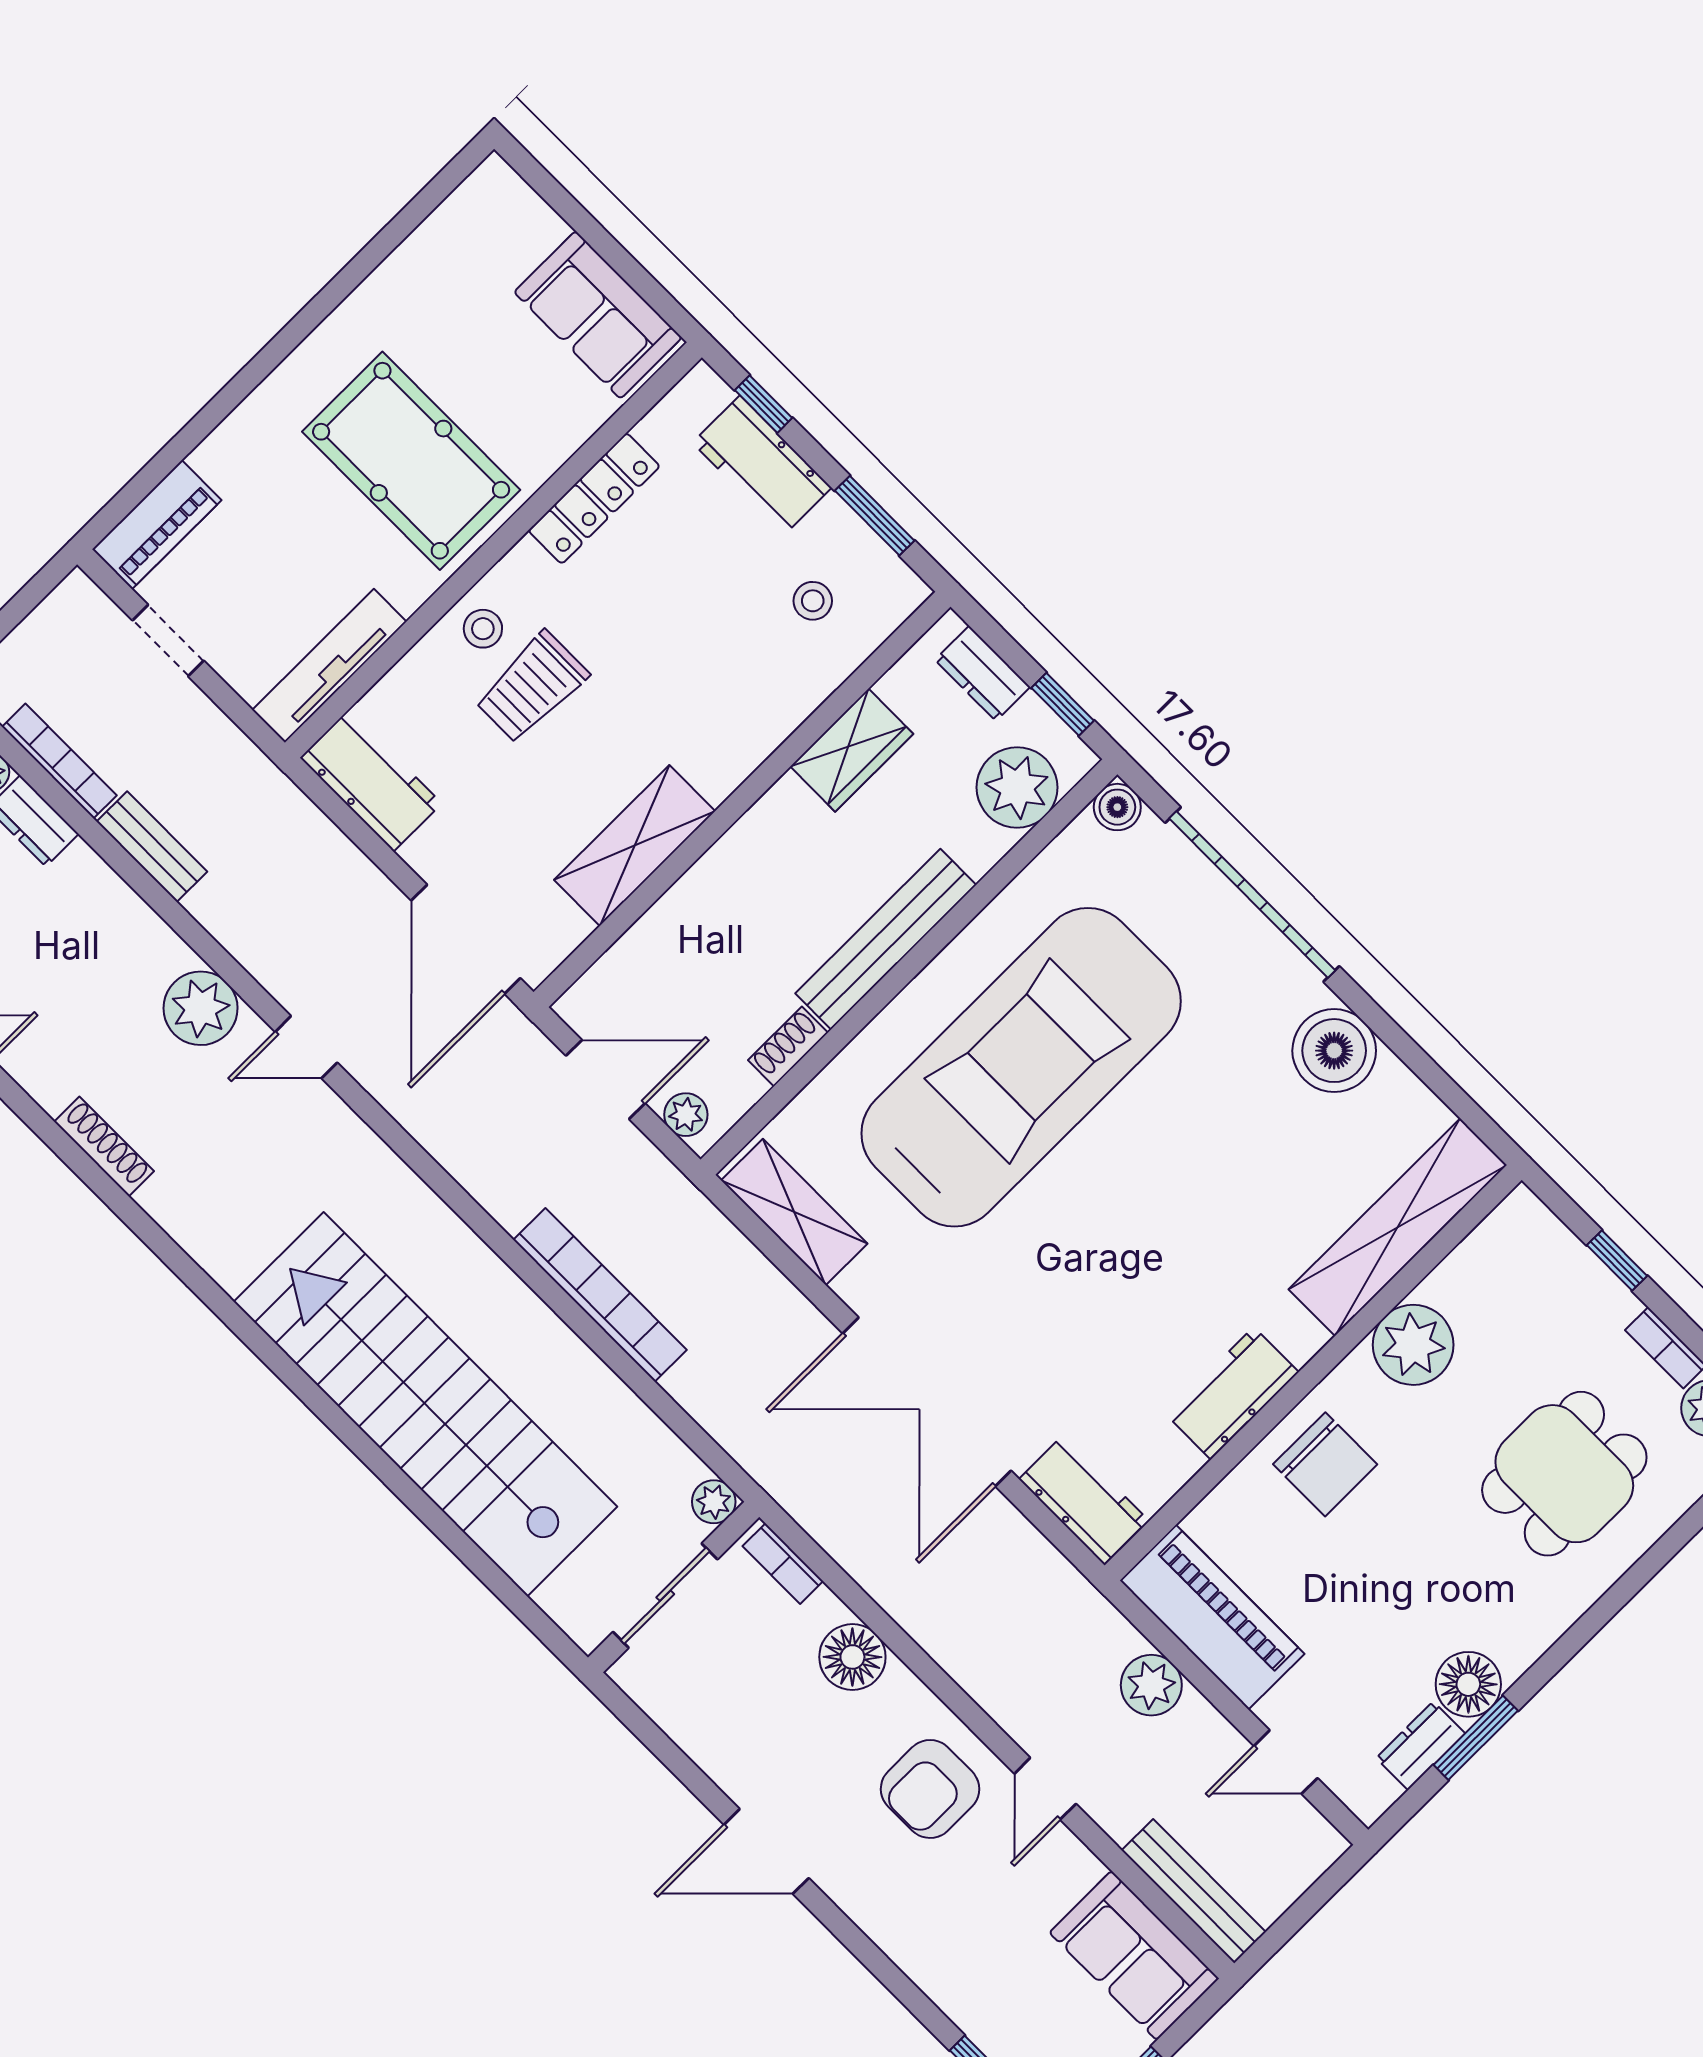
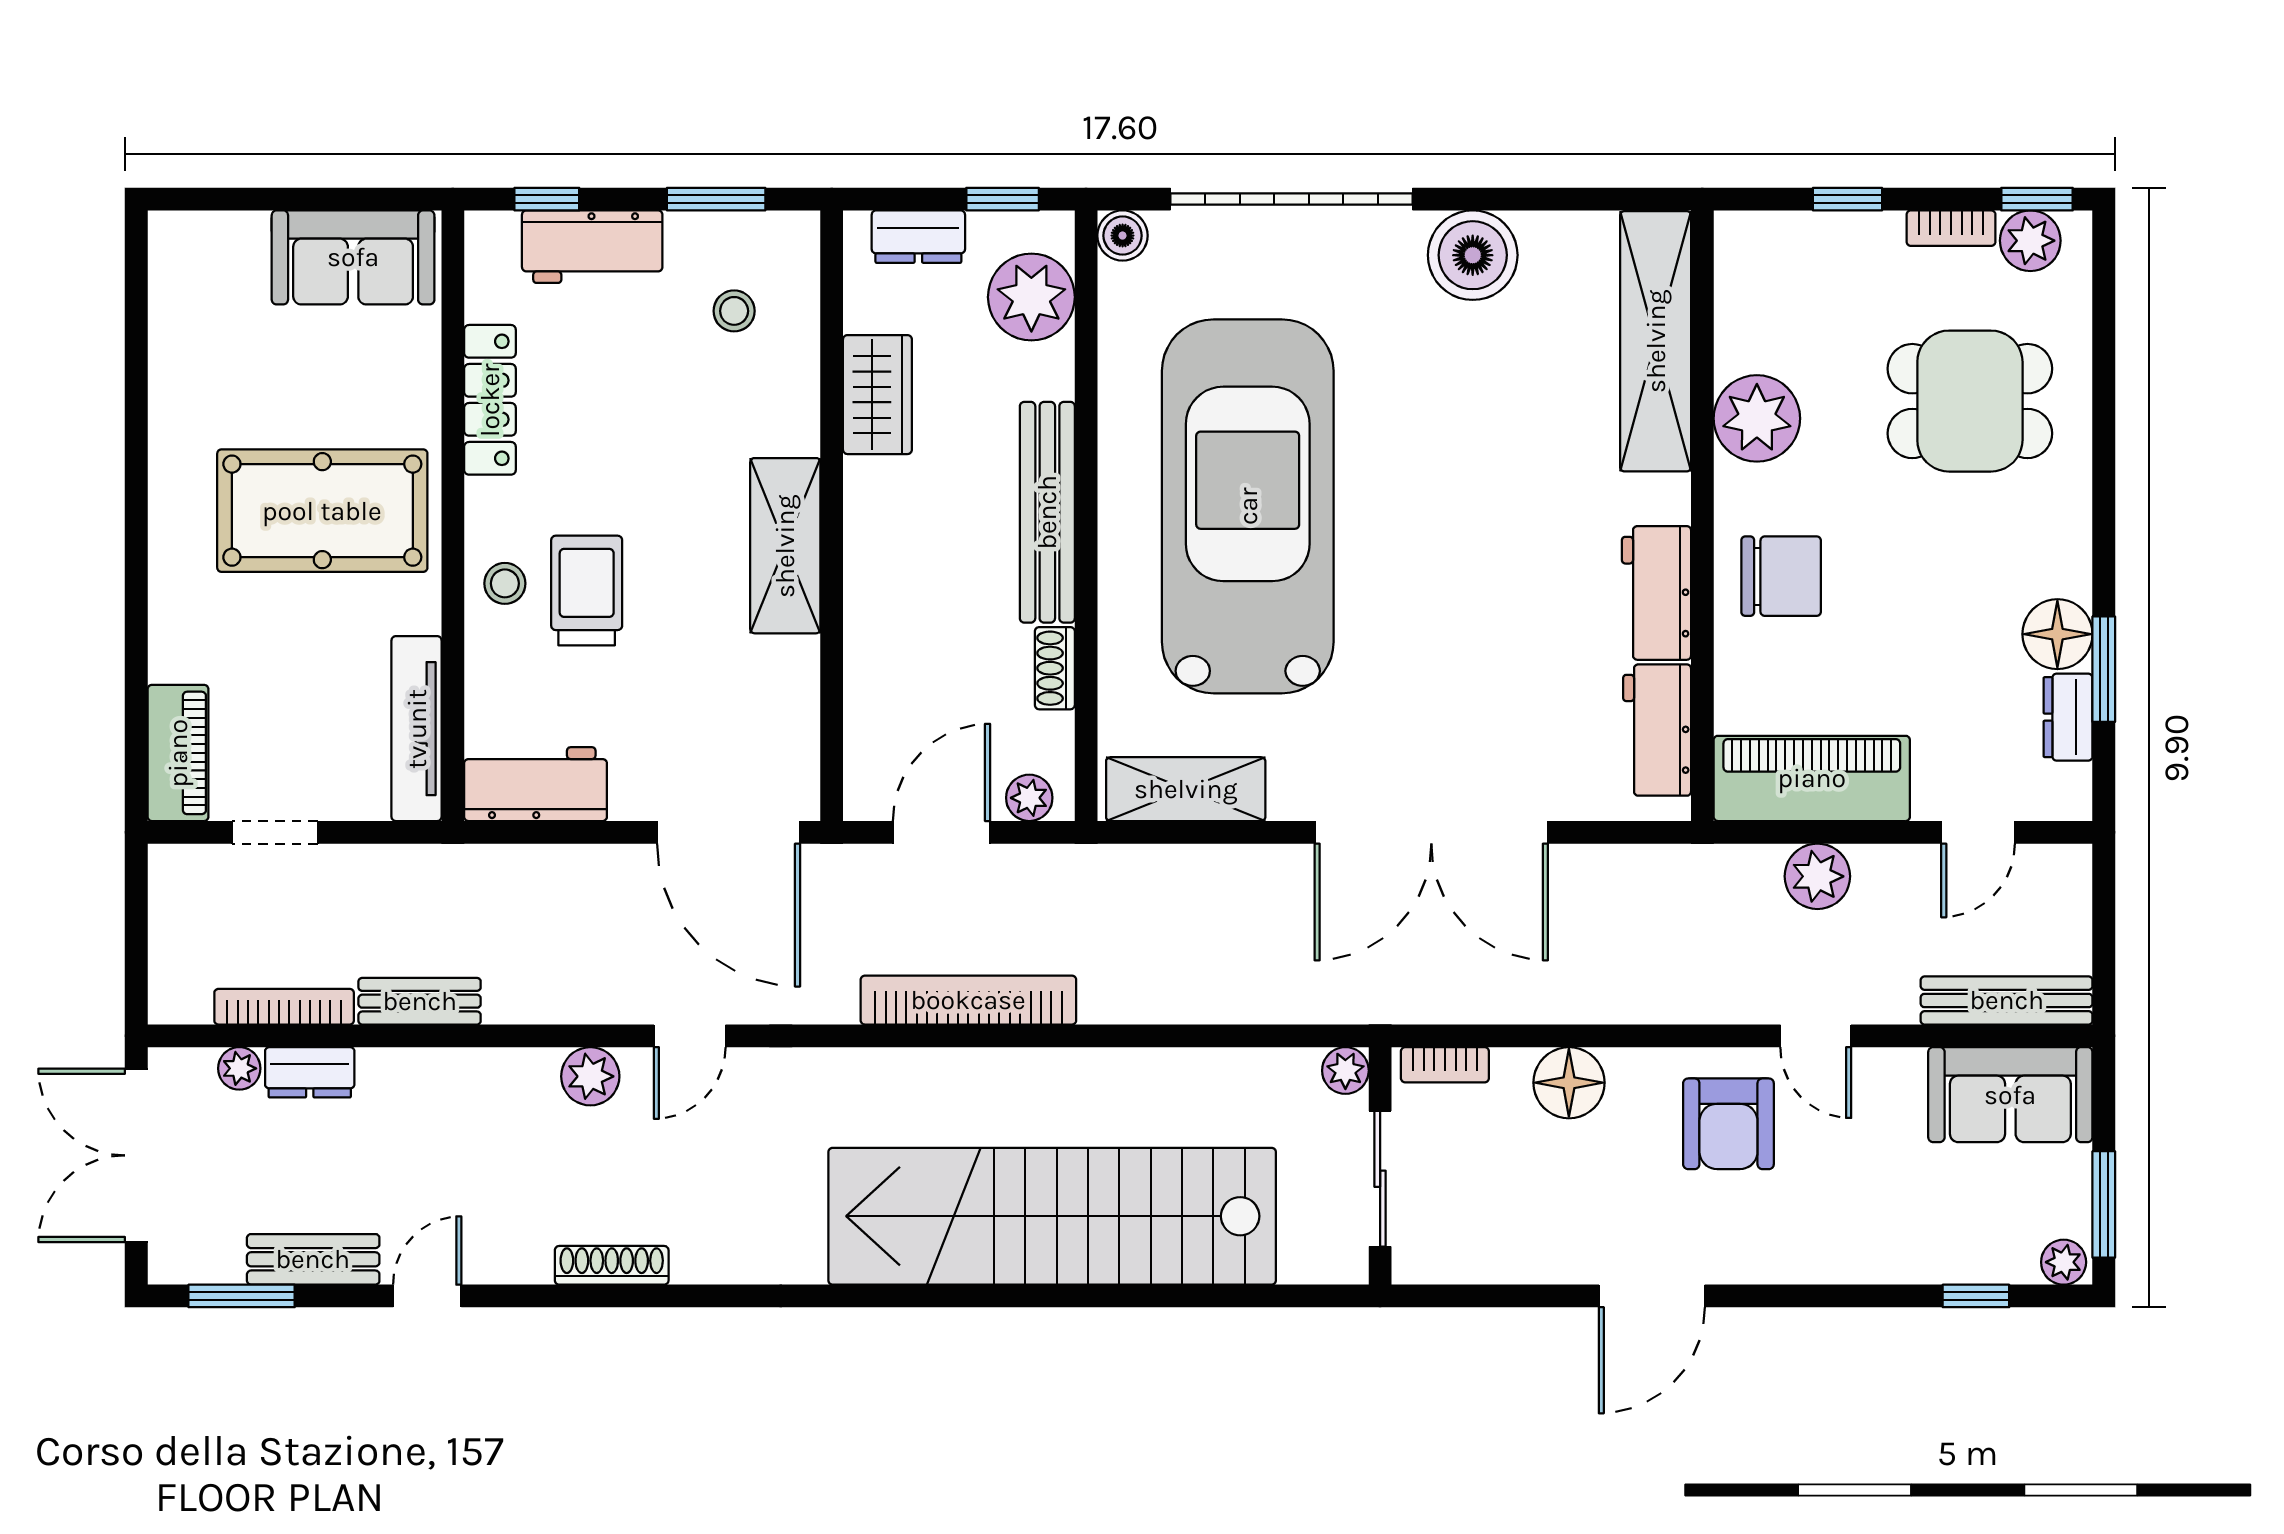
trolley: (532, 687) -> (587, 591), turned 180
shelving: (635, 846) -> (785, 546), moved
plant: (201, 1008) -> (590, 1076), width x0.73, depth x0.73
bookcase: (600, 1295) -> (968, 1000), moved
dining table: (1564, 1474) -> (1970, 401), turned 90
workbench: (1084, 1500) -> (1657, 730), moved, turned -90

